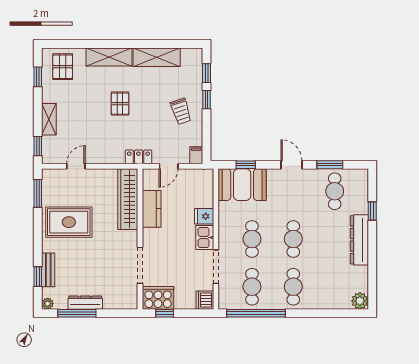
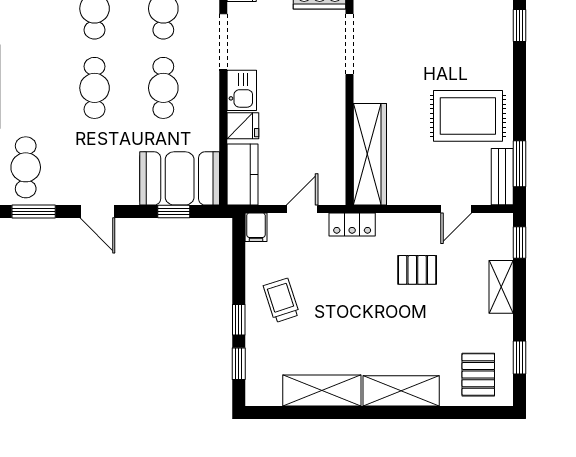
pallet: (120, 104) -> (417, 270), moved, turned 90
kitchen counter: (152, 209) -> (242, 174), moved, turned 180
bench: (48, 270) -> (502, 177), moved

